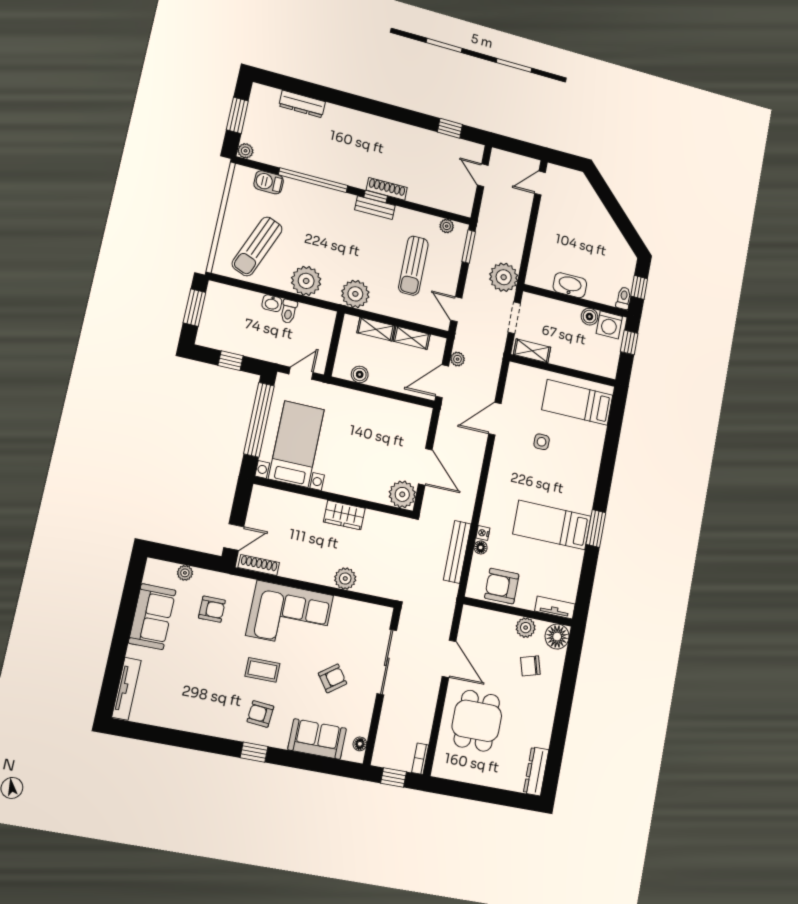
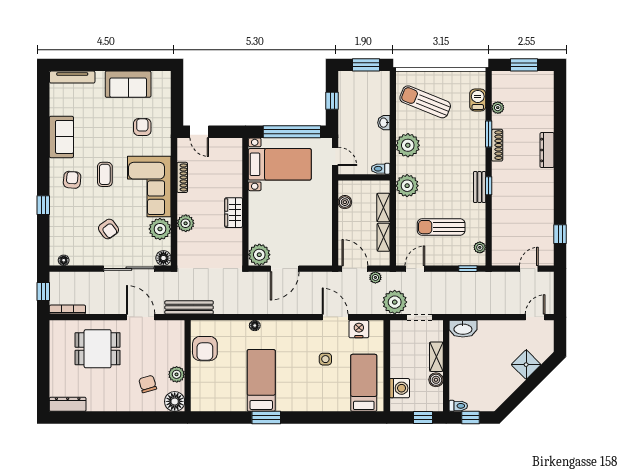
dresser: (302, 104) -> (547, 150), moved
plant: (245, 151) -> (498, 108), moved
window: (313, 180) -> (489, 134), width x0.47
door: (540, 183) -> (535, 317), hinge flipped
shoe rack: (387, 189) -> (497, 145), moved
shower: (592, 208) -> (526, 365), added
window: (469, 247) -> (468, 269), width x0.67
plant: (504, 277) -> (395, 302), moved
washbasin: (570, 285) -> (463, 329), moved, turned 90
toilet: (289, 311) -> (381, 169), moved
washing machine: (609, 325) -> (400, 388), moved, turned 180
shelving: (532, 351) -> (436, 357), moved
nightstand: (483, 533) -> (359, 329), moved, width x1.89, depth x1.79
floor lamp: (481, 547) -> (255, 326), moved
bench: (457, 552) -> (189, 307), moved
shoe rack: (259, 565) -> (182, 177), moved
plant: (185, 573) -> (160, 229), moved, width x1.88, depth x1.88
armchair: (502, 586) -> (205, 349), turned 180
tv unit: (555, 608) -> (197, 395), removed
armchair: (212, 609) -> (142, 127), turned 180
floor lamp: (383, 615) -> (163, 258), added
door: (449, 659) -> (141, 317), swing flipped
sofa: (317, 739) -> (61, 137), moved
window: (254, 752) -> (43, 205), moved
bookcase: (420, 759) -> (67, 310), width x1.56

